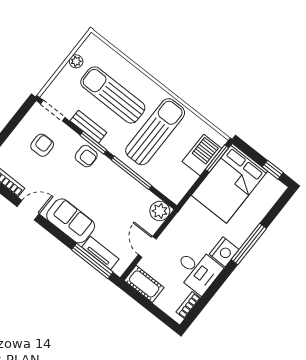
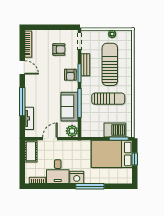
sun lounger: (155, 132) -> (108, 99), width x0.73, depth x0.75
window: (273, 170) -> (135, 159), moved
sofa: (71, 221) -> (70, 107), moved, turned 180
window: (92, 261) -> (22, 102), moved

